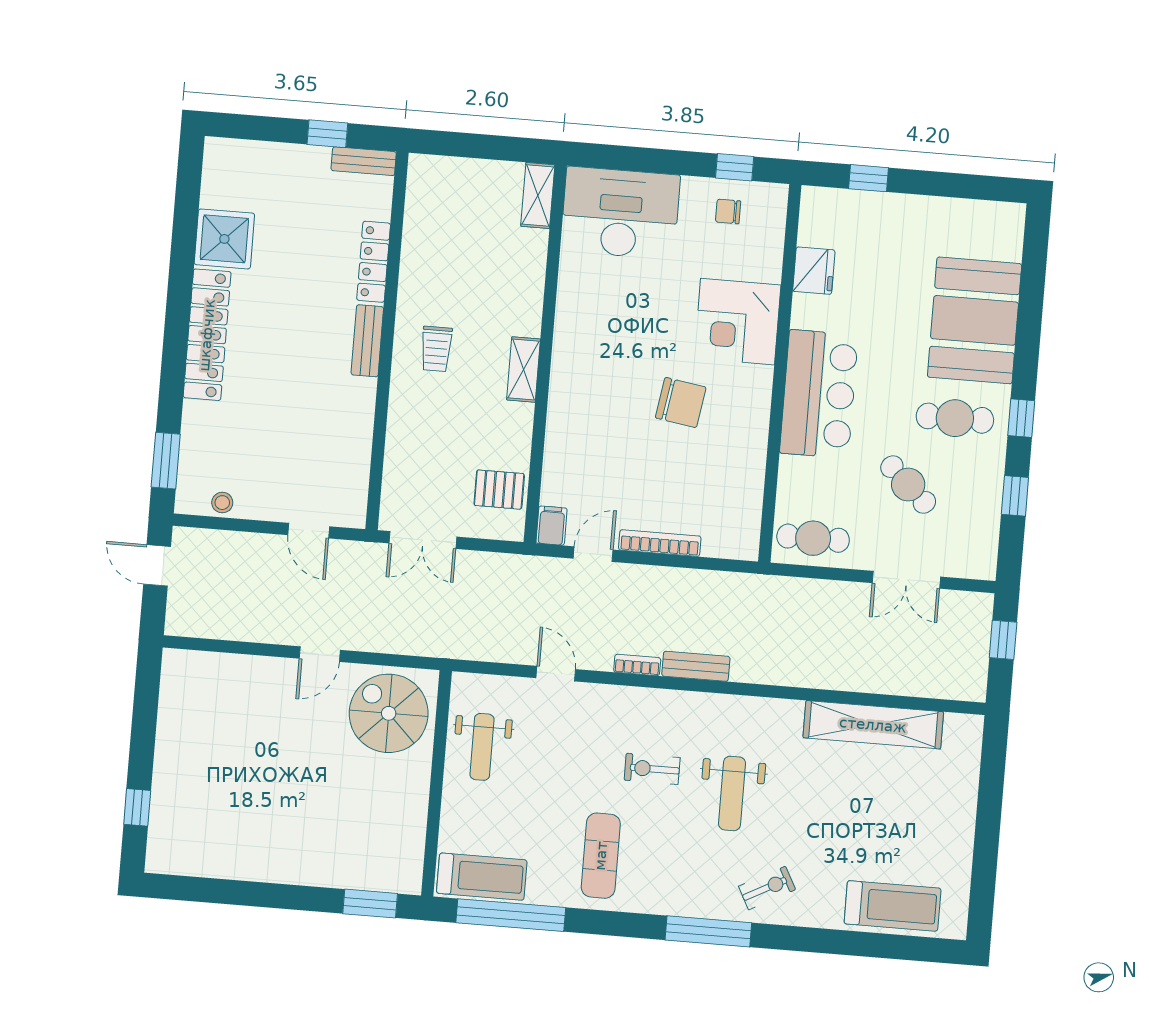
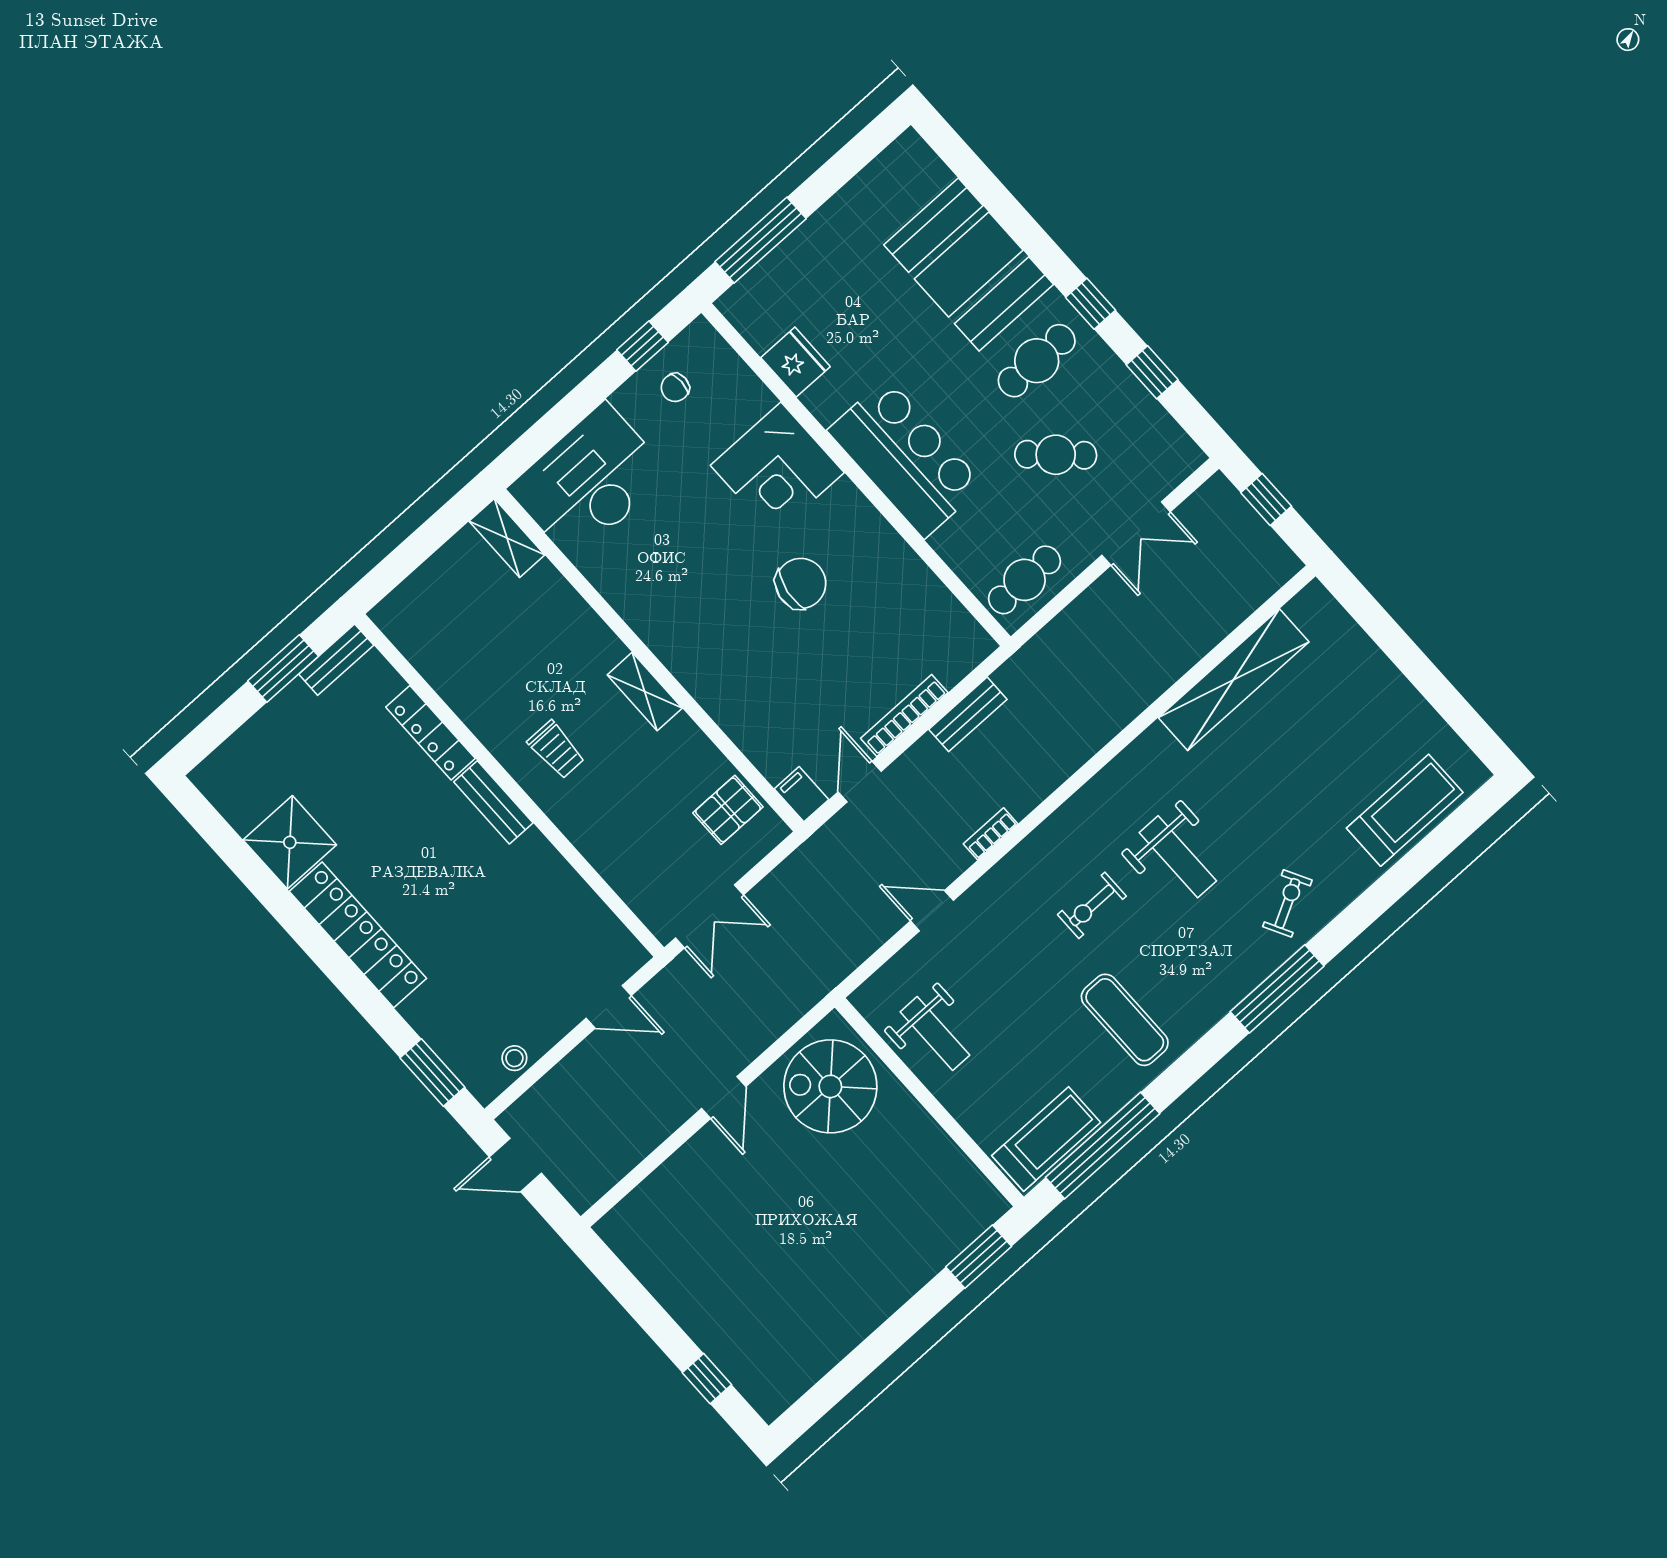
window: (327, 134) -> (283, 668), width x1.50
window: (868, 178) -> (761, 240), width x2.17
bench: (696, 666) -> (968, 714), moved

